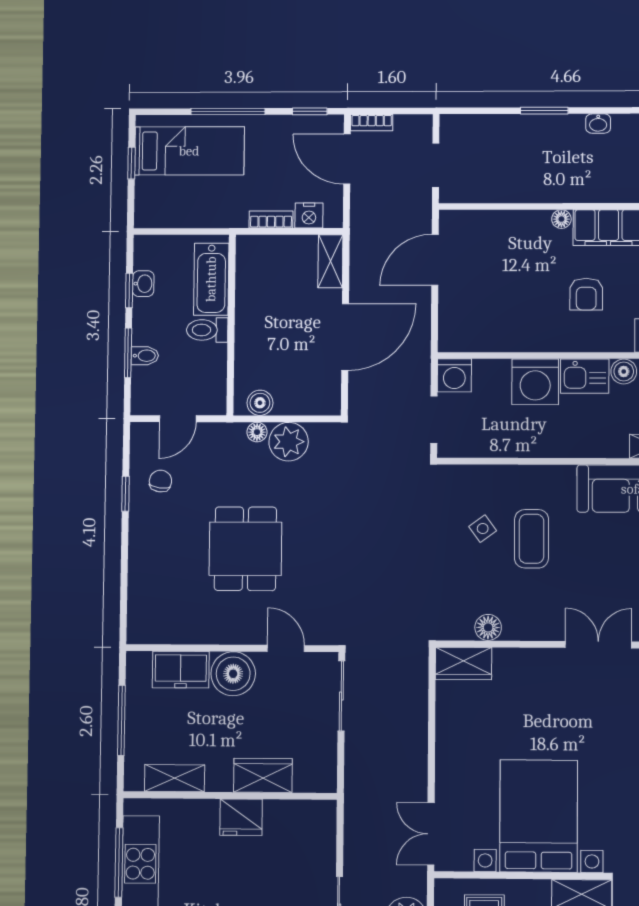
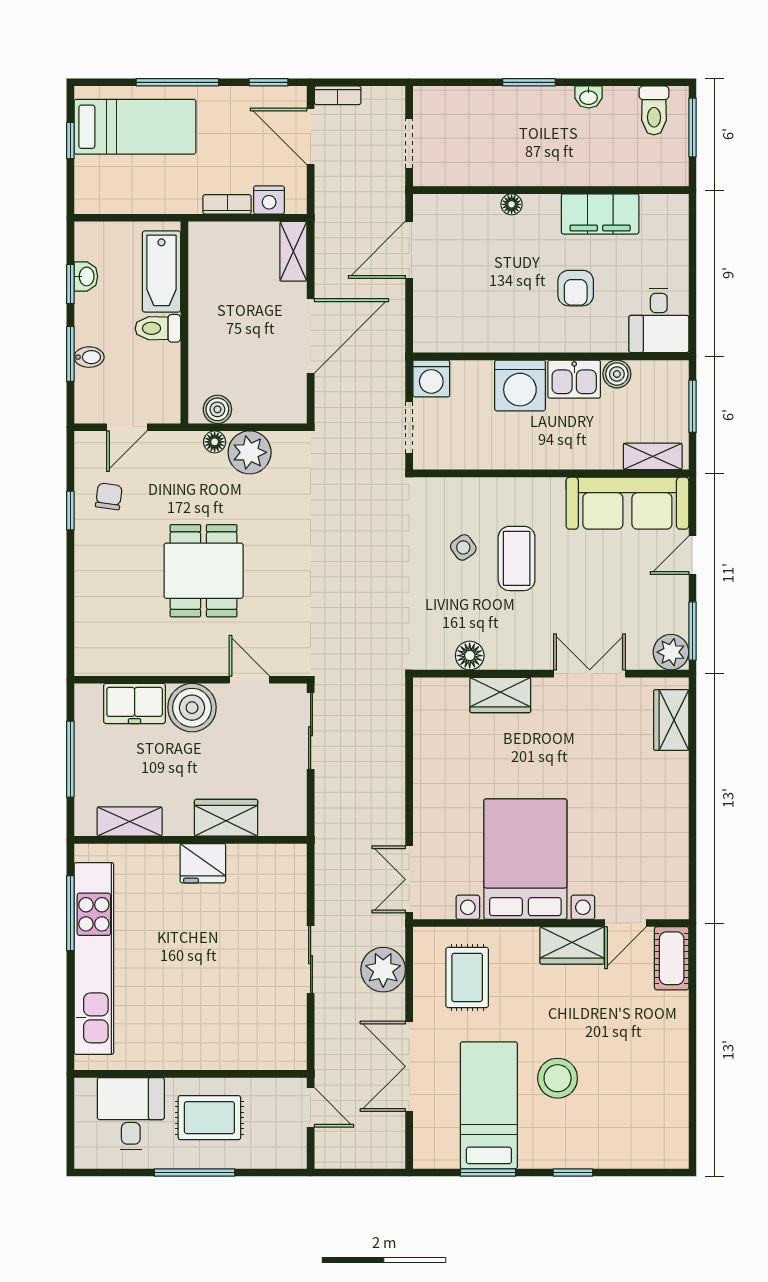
floor lamp: (561, 219) -> (512, 204), moved
wardrobe: (464, 664) -> (500, 695), moved

